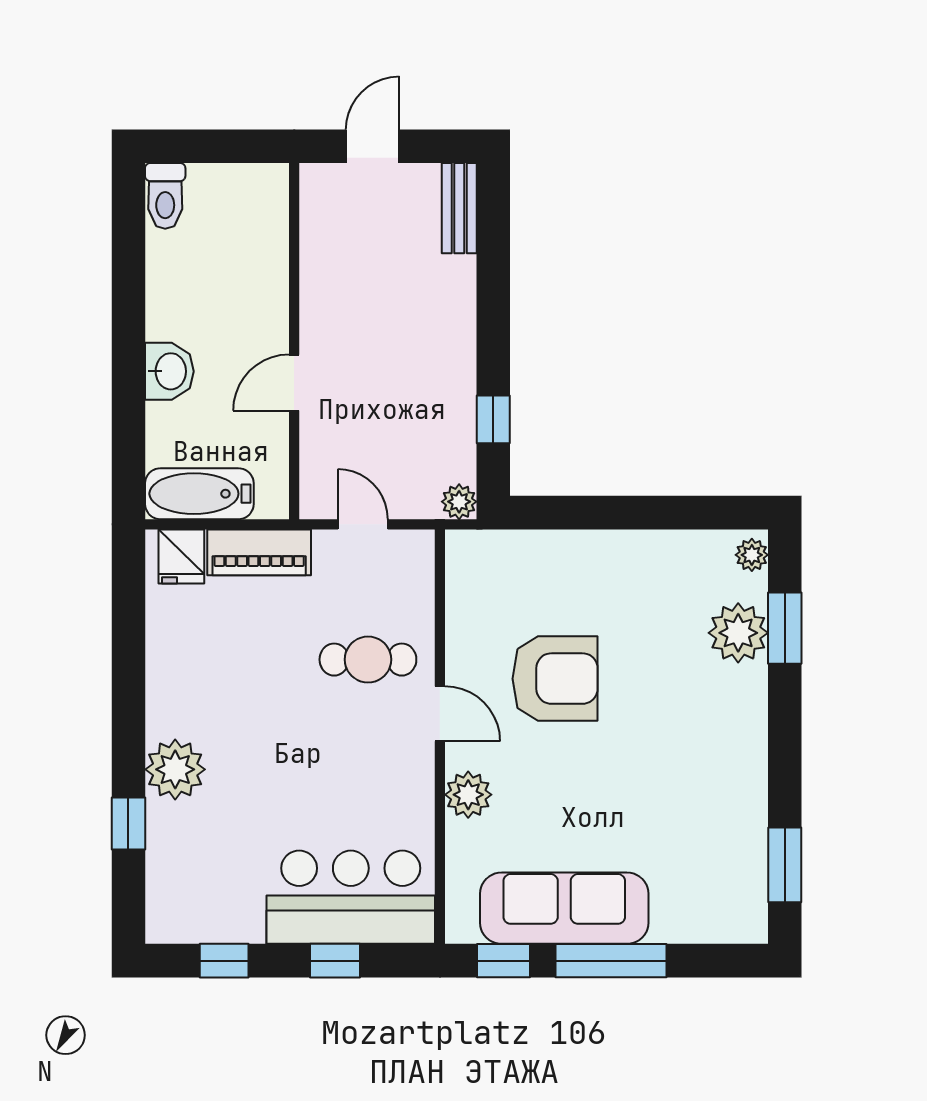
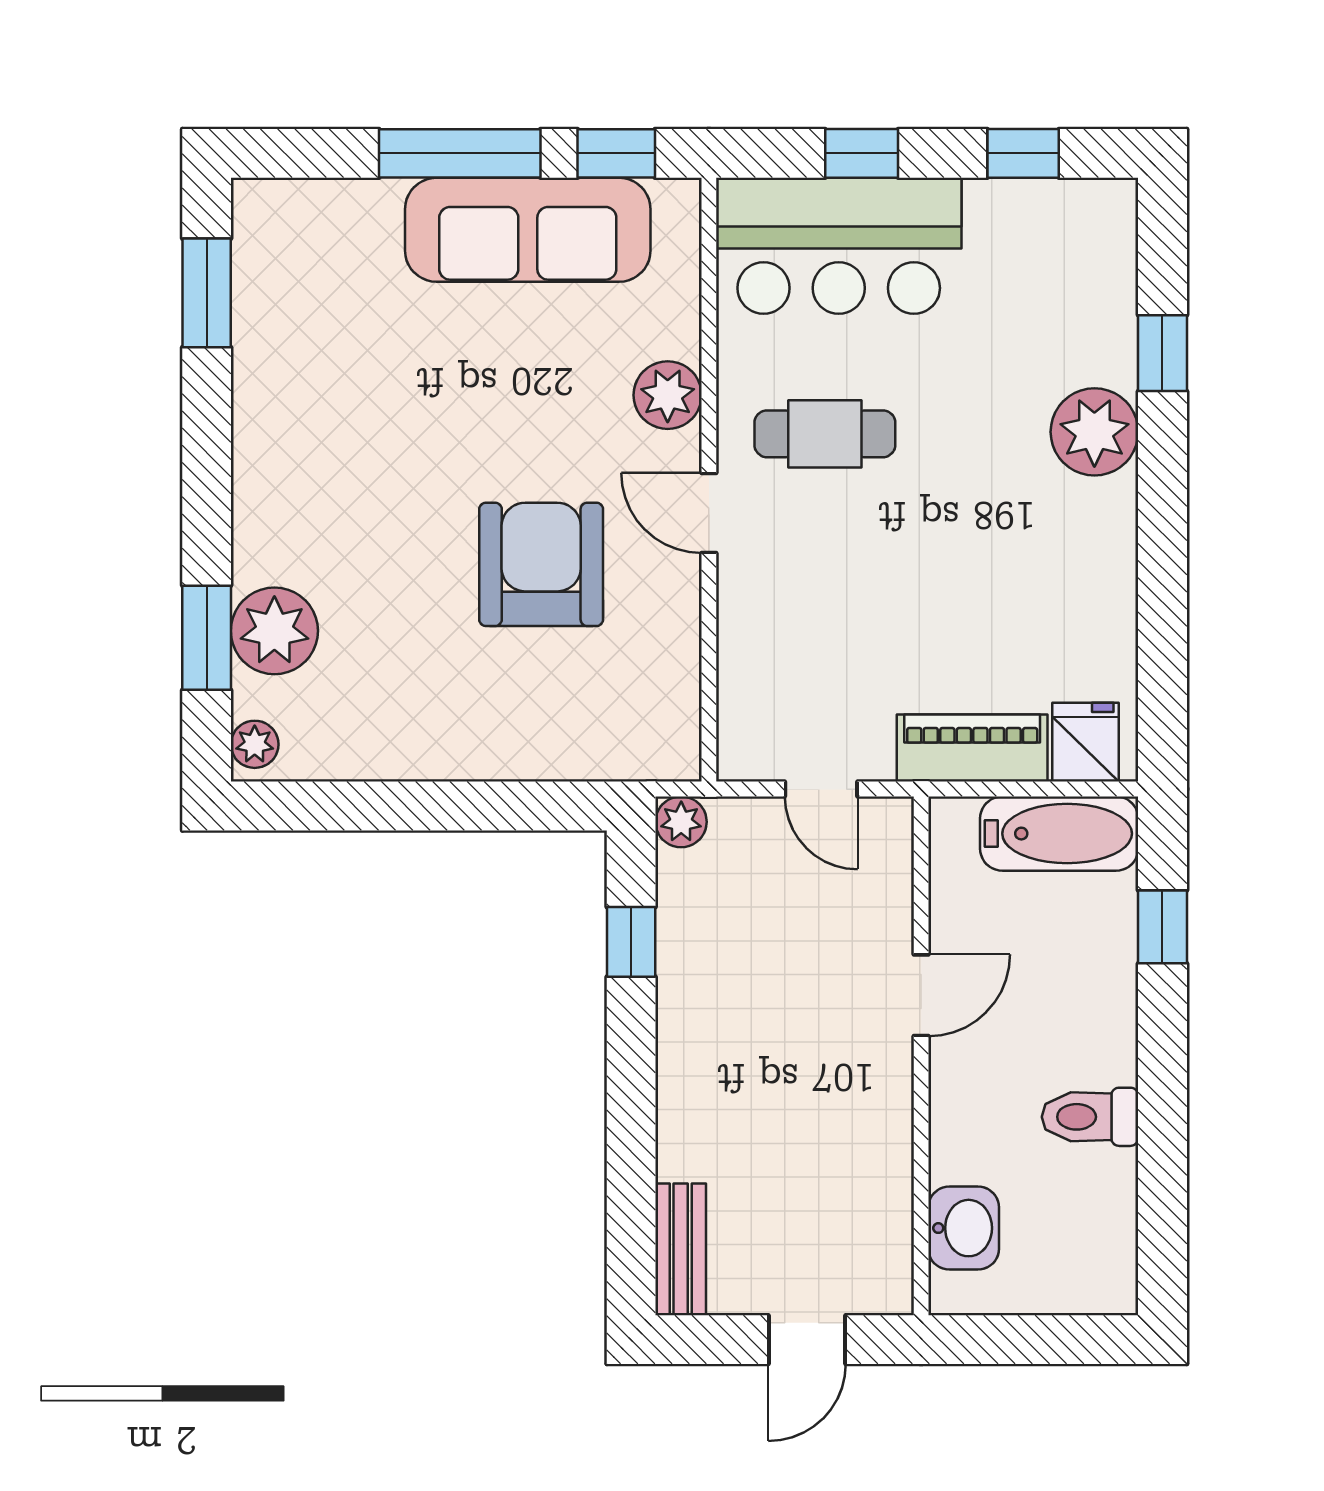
toilet: (165, 196) -> (1090, 1117), moved, turned -90
washbasin: (169, 371) -> (964, 1228), moved, turned 180
window: (128, 430) -> (1162, 927), added
cafe table: (368, 660) -> (825, 434), moved
armchair: (555, 679) -> (541, 564), turned 90

